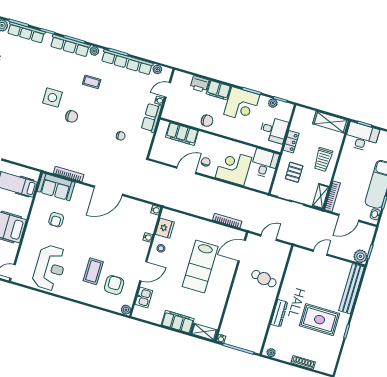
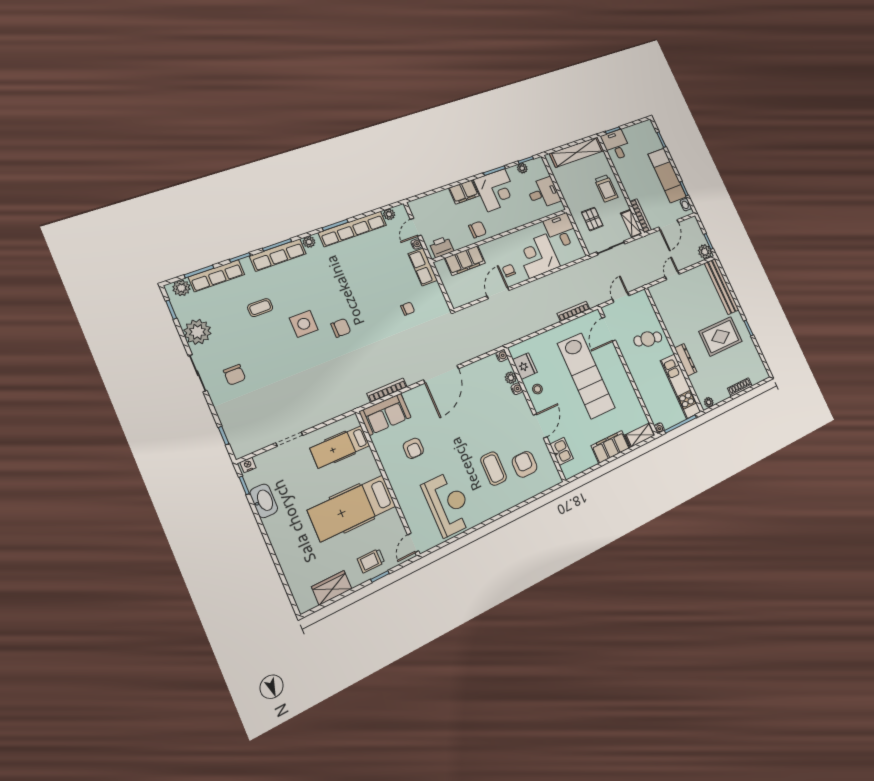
coffee table: (92, 82) -> (260, 308), moved
printer: (200, 84) -> (442, 247), moved, turned 180
shelving: (330, 122) -> (577, 152), width x1.47
desk: (362, 137) -> (616, 145), width x0.73
locker: (291, 142) -> (567, 193), removed
lab bench: (200, 267) -> (586, 376), width x1.36
plant: (126, 310) -> (511, 378), moved
kitchen unit: (260, 326) -> (681, 386), added

